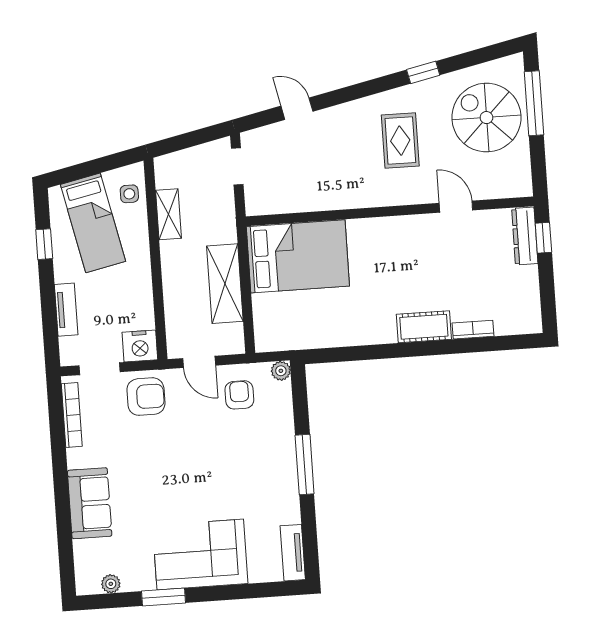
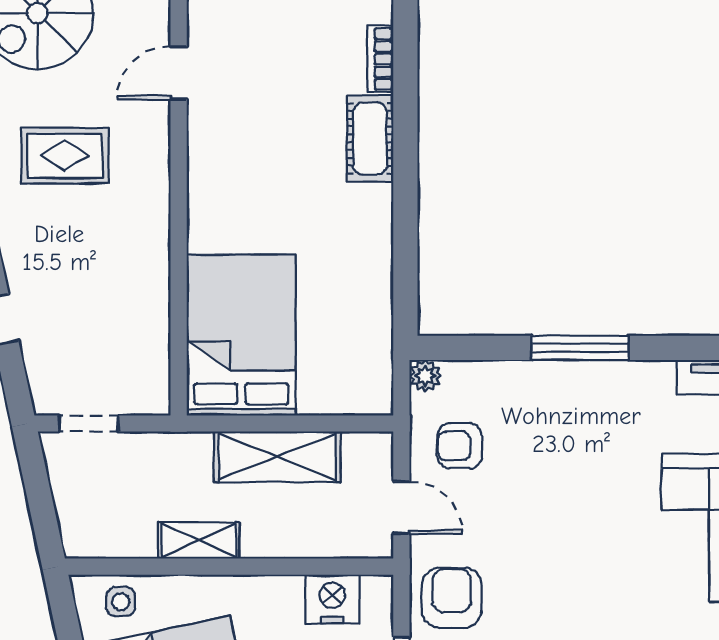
shelving: (168, 214) -> (199, 540), moved
nightstand: (140, 346) -> (332, 599), moved, turned -90
door: (199, 362) -> (401, 508), hinge flipped

